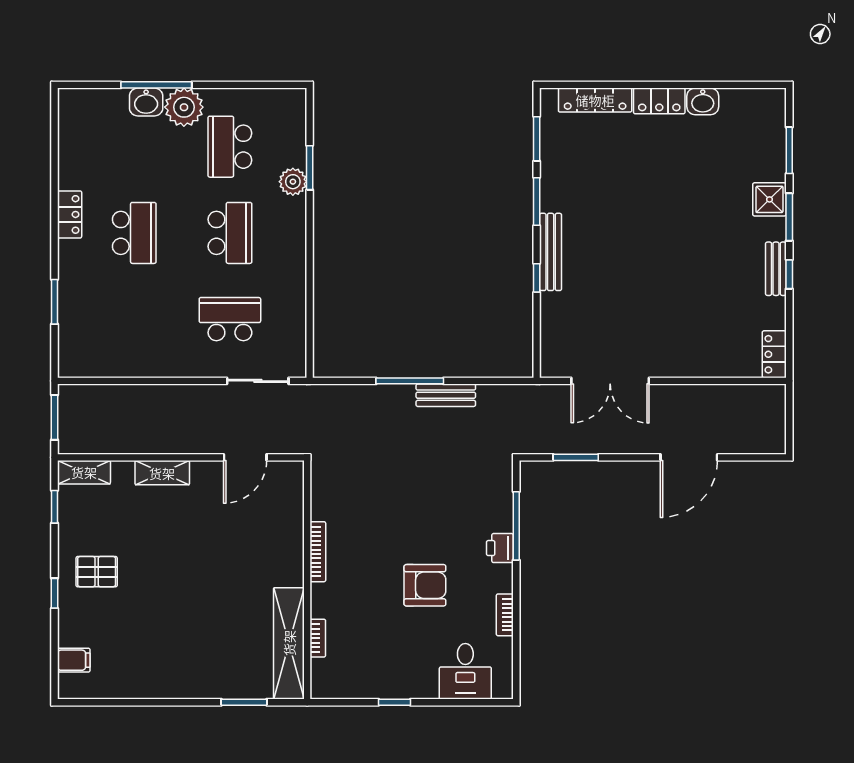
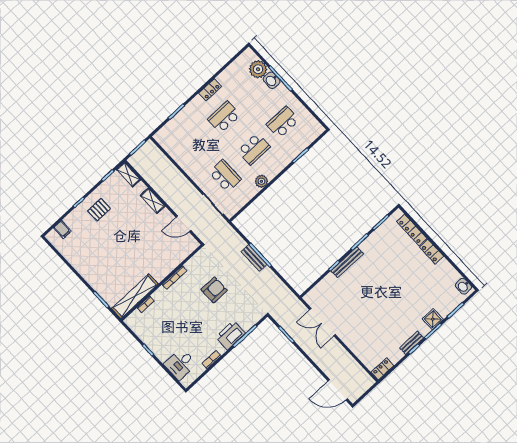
washbasin: (703, 101) -> (463, 286), moved
plant: (184, 107) -> (258, 69), moved
plant: (293, 182) -> (261, 181), moved
school desk: (134, 233) -> (224, 117), turned 180
bench: (446, 395) -> (254, 258), moved
door: (689, 457) -> (338, 390), moved
printer: (500, 548) -> (230, 335), width x1.87, depth x1.48
pallet: (97, 572) -> (99, 210), turned 90
armchair: (425, 585) -> (214, 290), moved, turned -90

